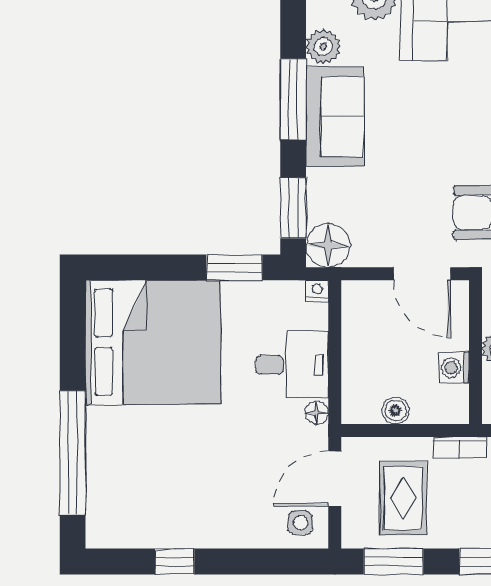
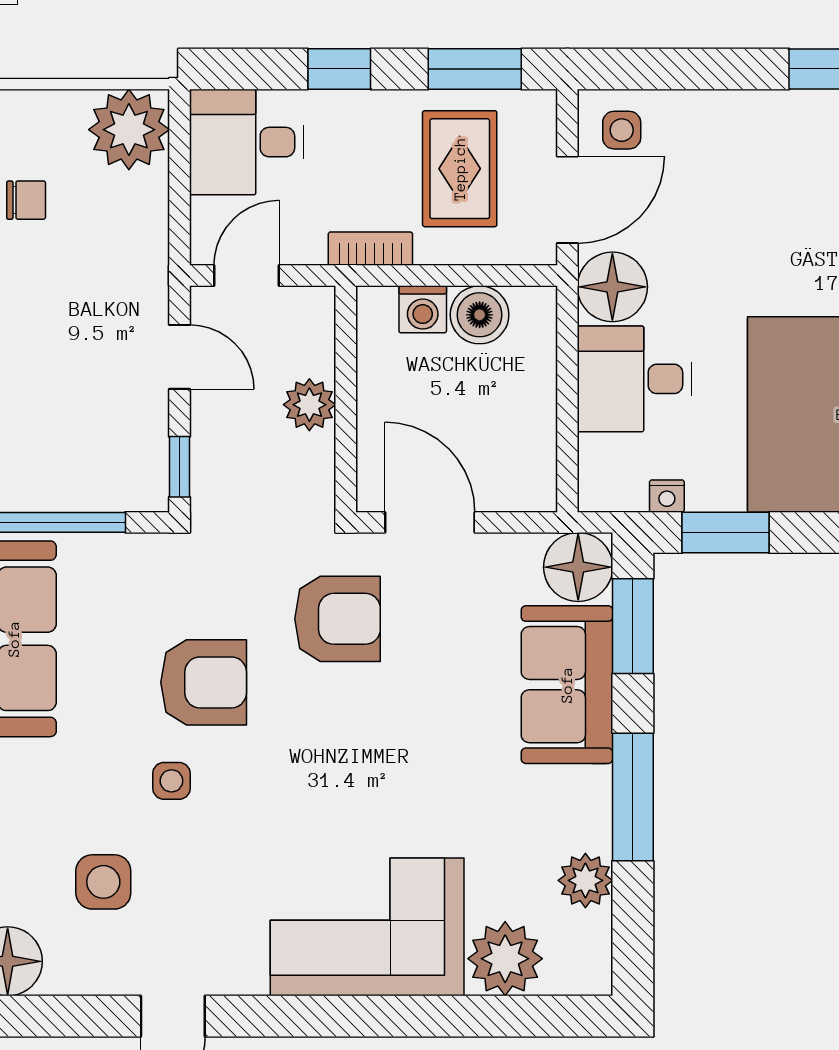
sofa: (335, 117) -> (567, 685), moved
nightstand: (317, 290) -> (667, 496), moved
washing machine: (454, 368) -> (423, 309), moved, turned 90
boiler: (395, 410) -> (480, 315), width x1.36, depth x1.36
floor lamp: (317, 413) -> (612, 287), width x1.89, depth x1.89

